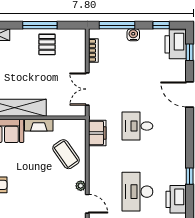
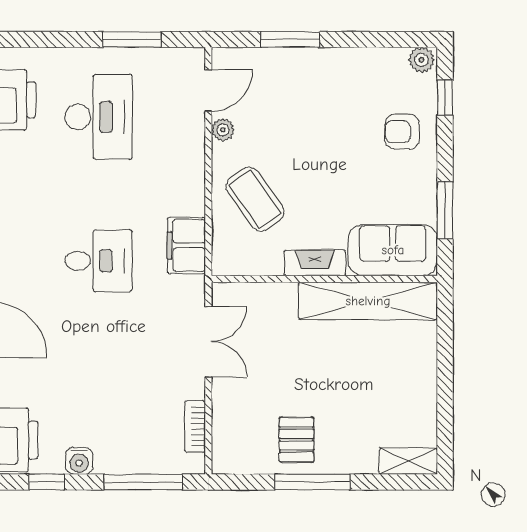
water cooler: (133, 35) -> (79, 461), moved
door: (87, 204) -> (208, 90), swing flipped

